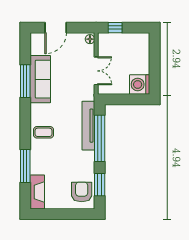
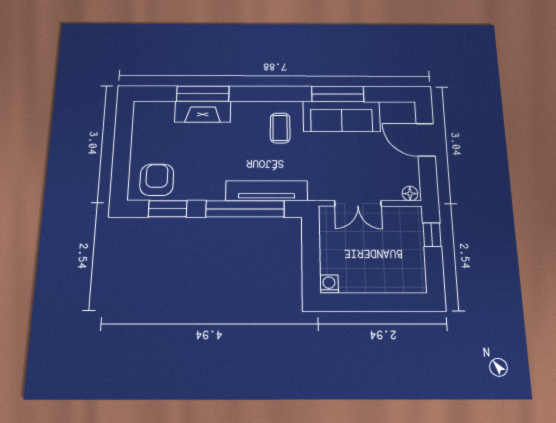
washing machine: (140, 84) -> (329, 284), width x0.53, depth x0.53
coffee table: (44, 132) -> (280, 128), moved
fireplace: (37, 192) -> (203, 112), moved
armchair: (82, 192) -> (157, 180), turned -90

